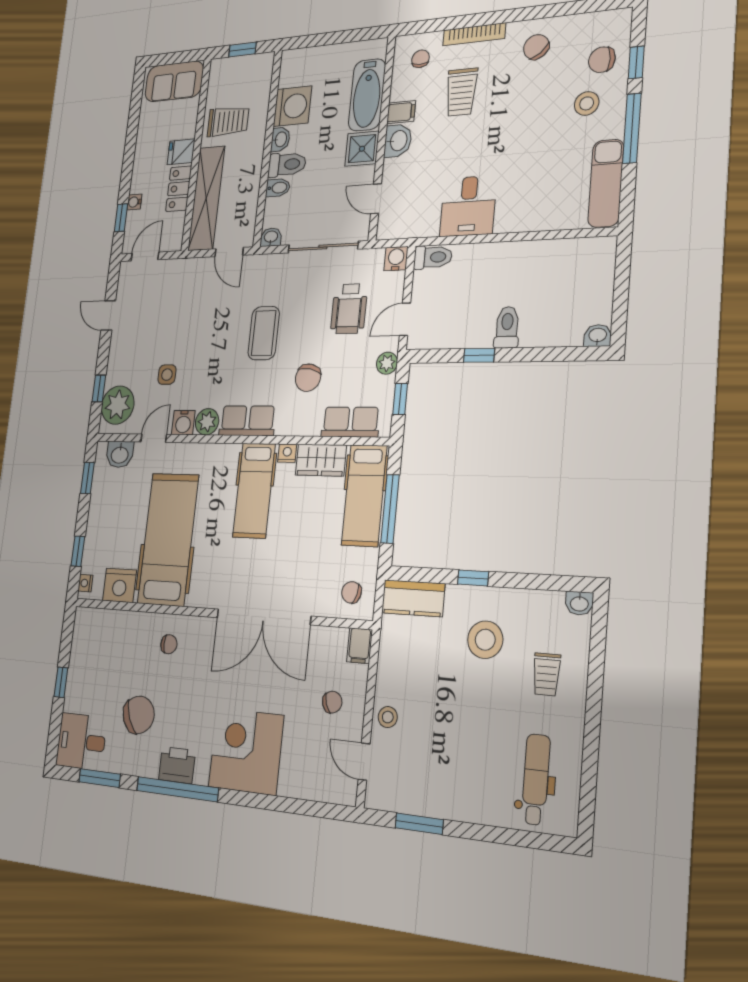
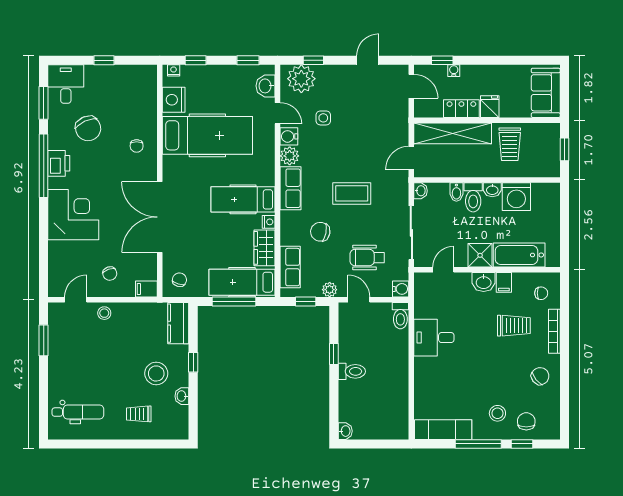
trolley: (461, 92) -> (514, 326), turned 180
washbasin: (579, 603) -> (182, 396), moved

